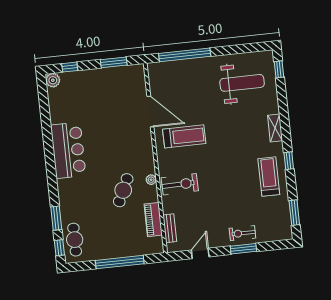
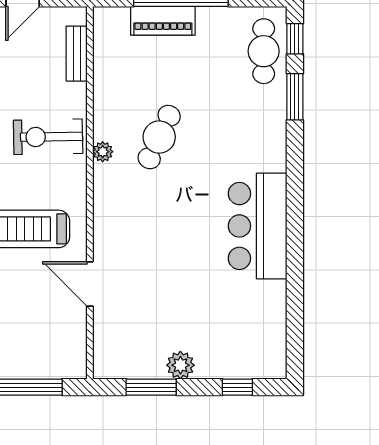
plant: (53, 80) -> (180, 365), moved
door: (150, 112) -> (90, 284), width x0.73
piano: (153, 220) -> (163, 21), moved, turned 90

